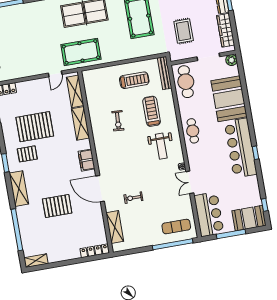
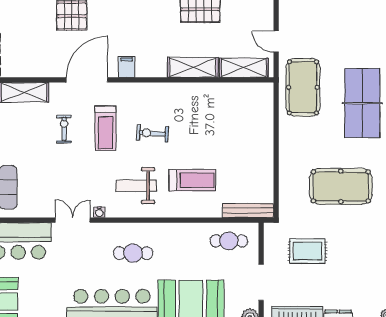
treadmill: (134, 80) -> (105, 128), moved
cafe table: (186, 82) -> (229, 241), width x0.73, depth x0.74
exercise bike: (118, 121) -> (152, 133), moved
cafe table: (193, 131) -> (133, 253), moved
filing cabinet: (87, 160) -> (127, 67), width x0.50

